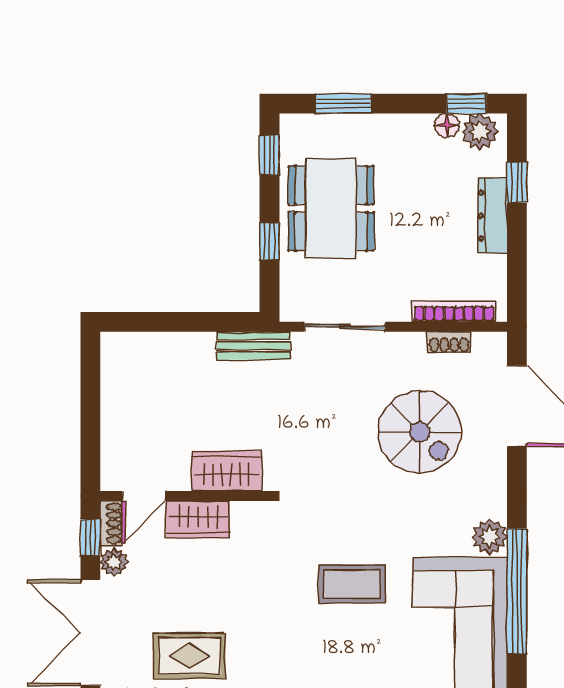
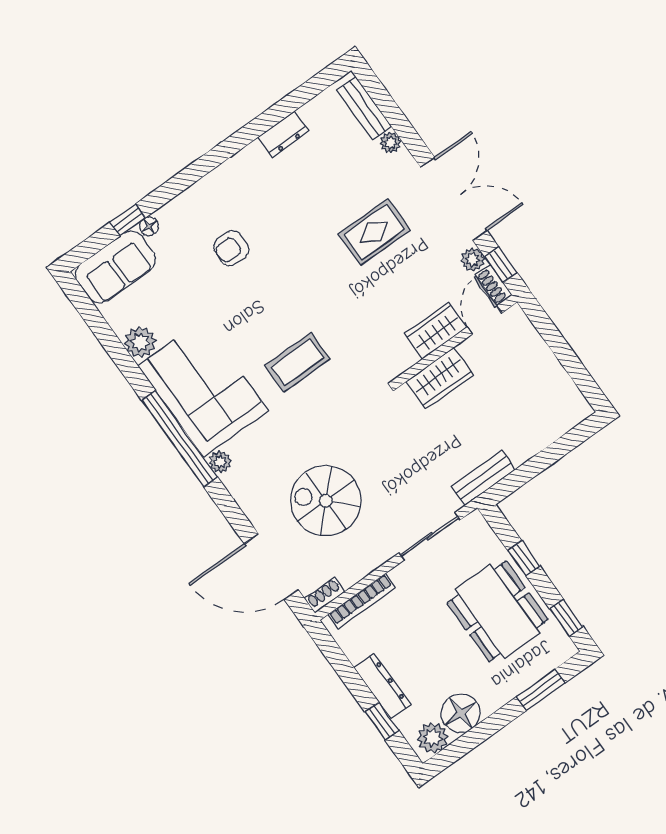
window: (466, 104) -> (456, 751), removed
floor lamp: (447, 125) -> (461, 713), width x1.89, depth x1.89
shoe rack: (449, 342) -> (325, 595), moved
plant: (490, 537) -> (220, 462), width x0.73, depth x0.73

